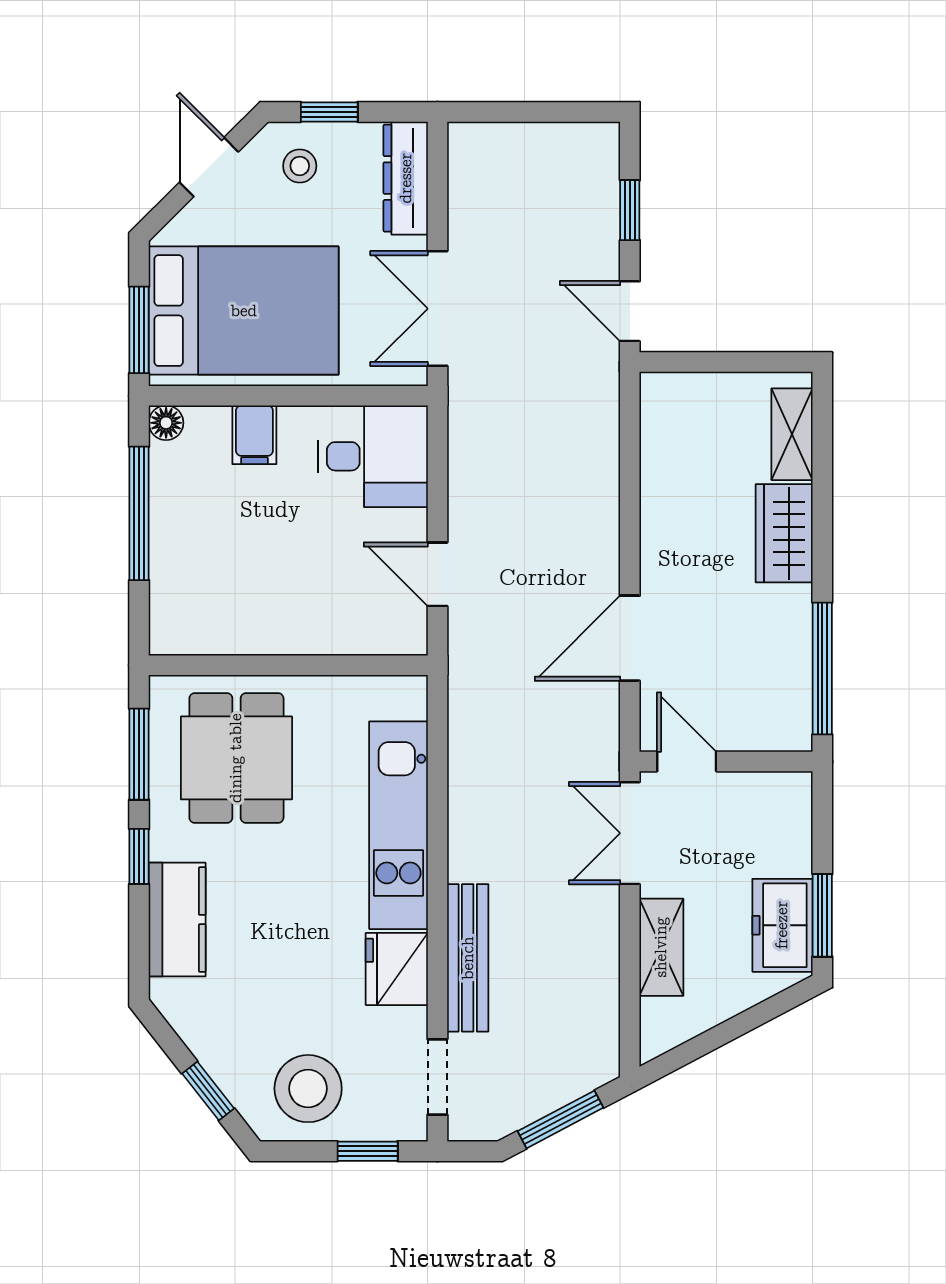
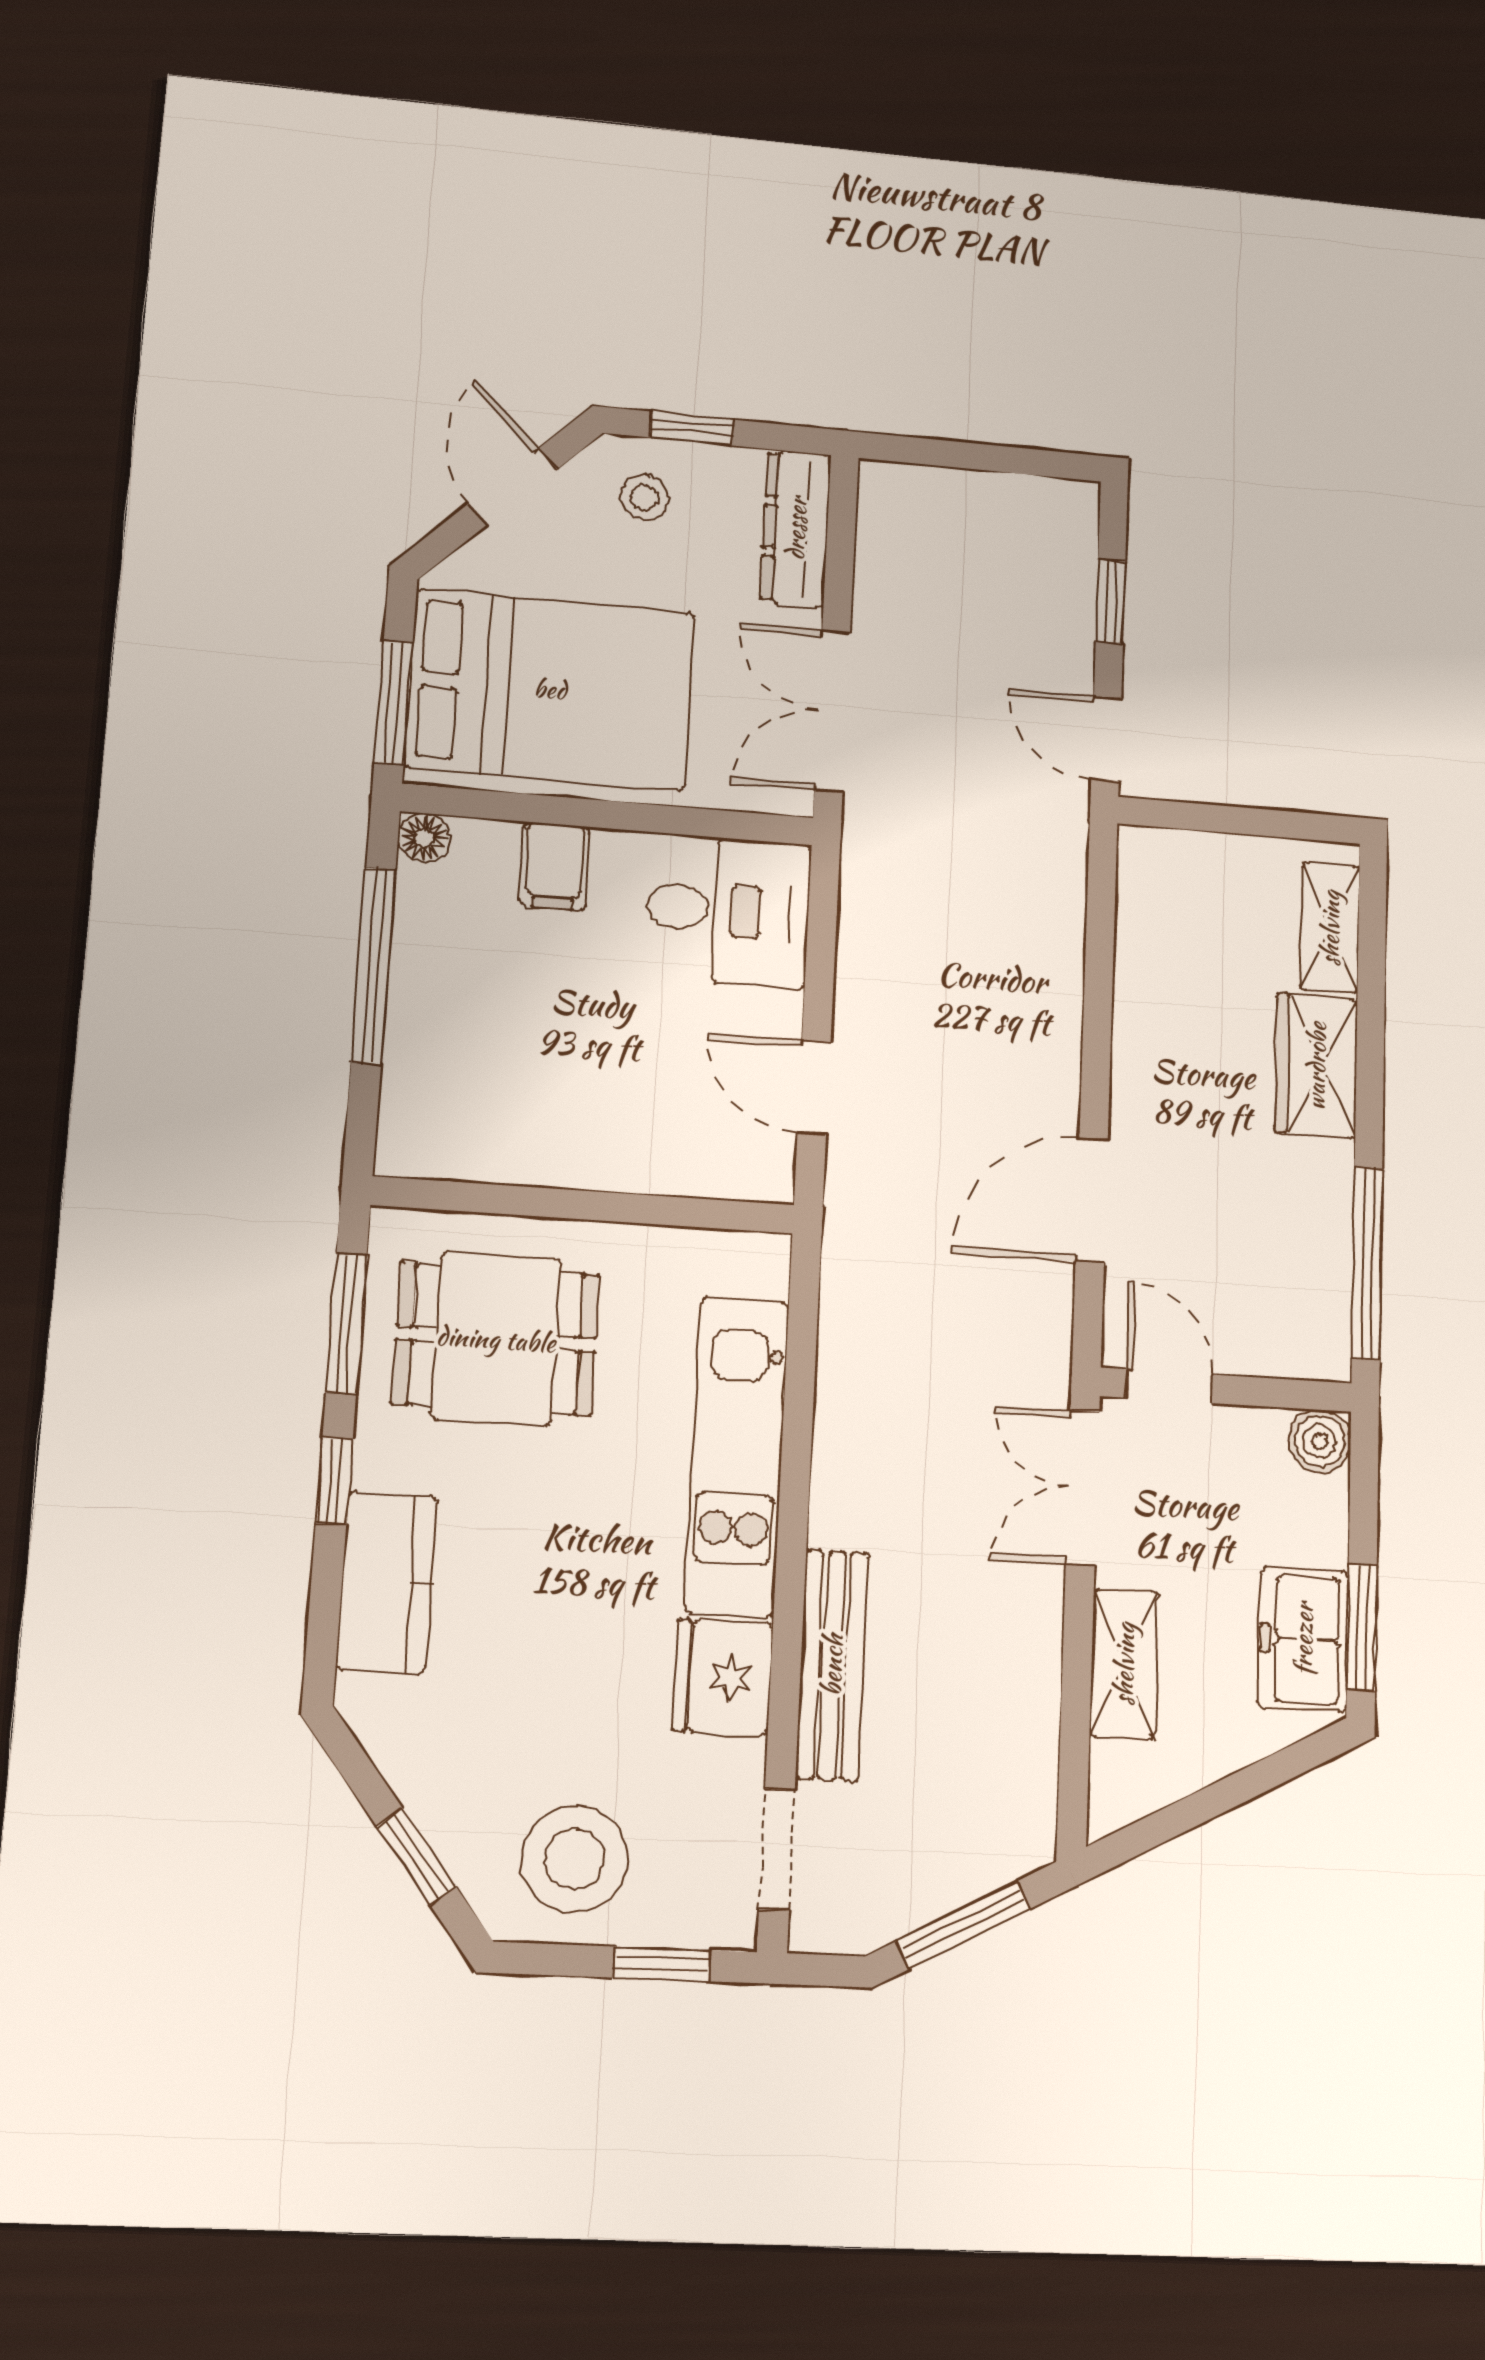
dining table: (236, 758) -> (496, 1339), turned 90
boiler: (791, 793) -> (1320, 1441), added

